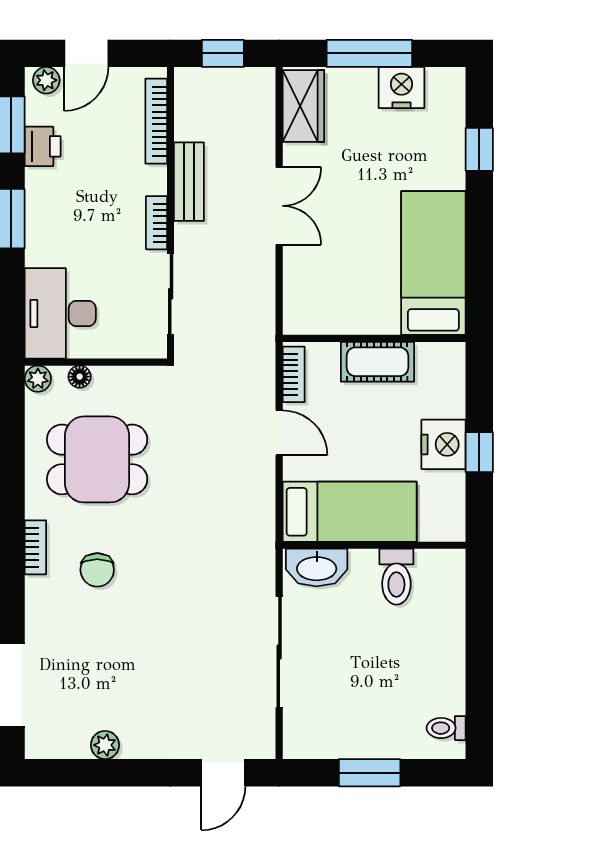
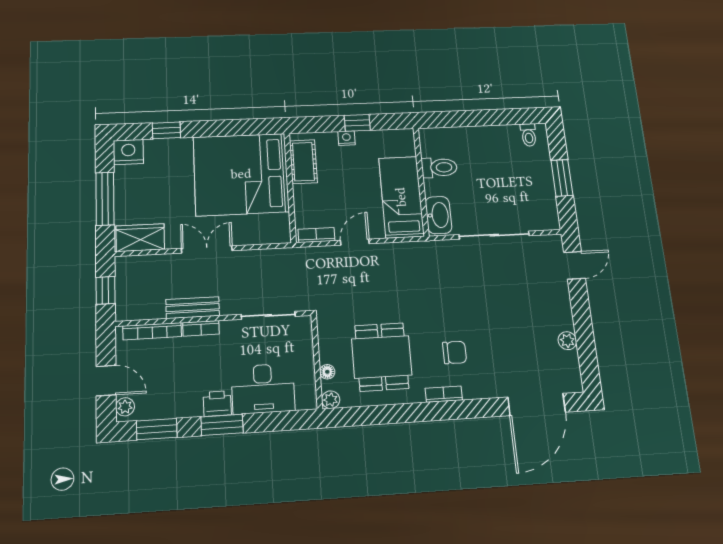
nightstand: (401, 87) -> (128, 152), moved, turned 90
printer: (43, 146) -> (217, 404), moved
bookcase: (157, 223) -> (201, 328), moved
bed: (433, 263) -> (241, 174), width x2.04
desk: (60, 313) -> (263, 389), moved
cot: (377, 362) -> (303, 162), moved
nightstand: (444, 444) -> (346, 138), width x0.53, depth x0.56
door: (223, 773) -> (574, 265), hinge flipped

